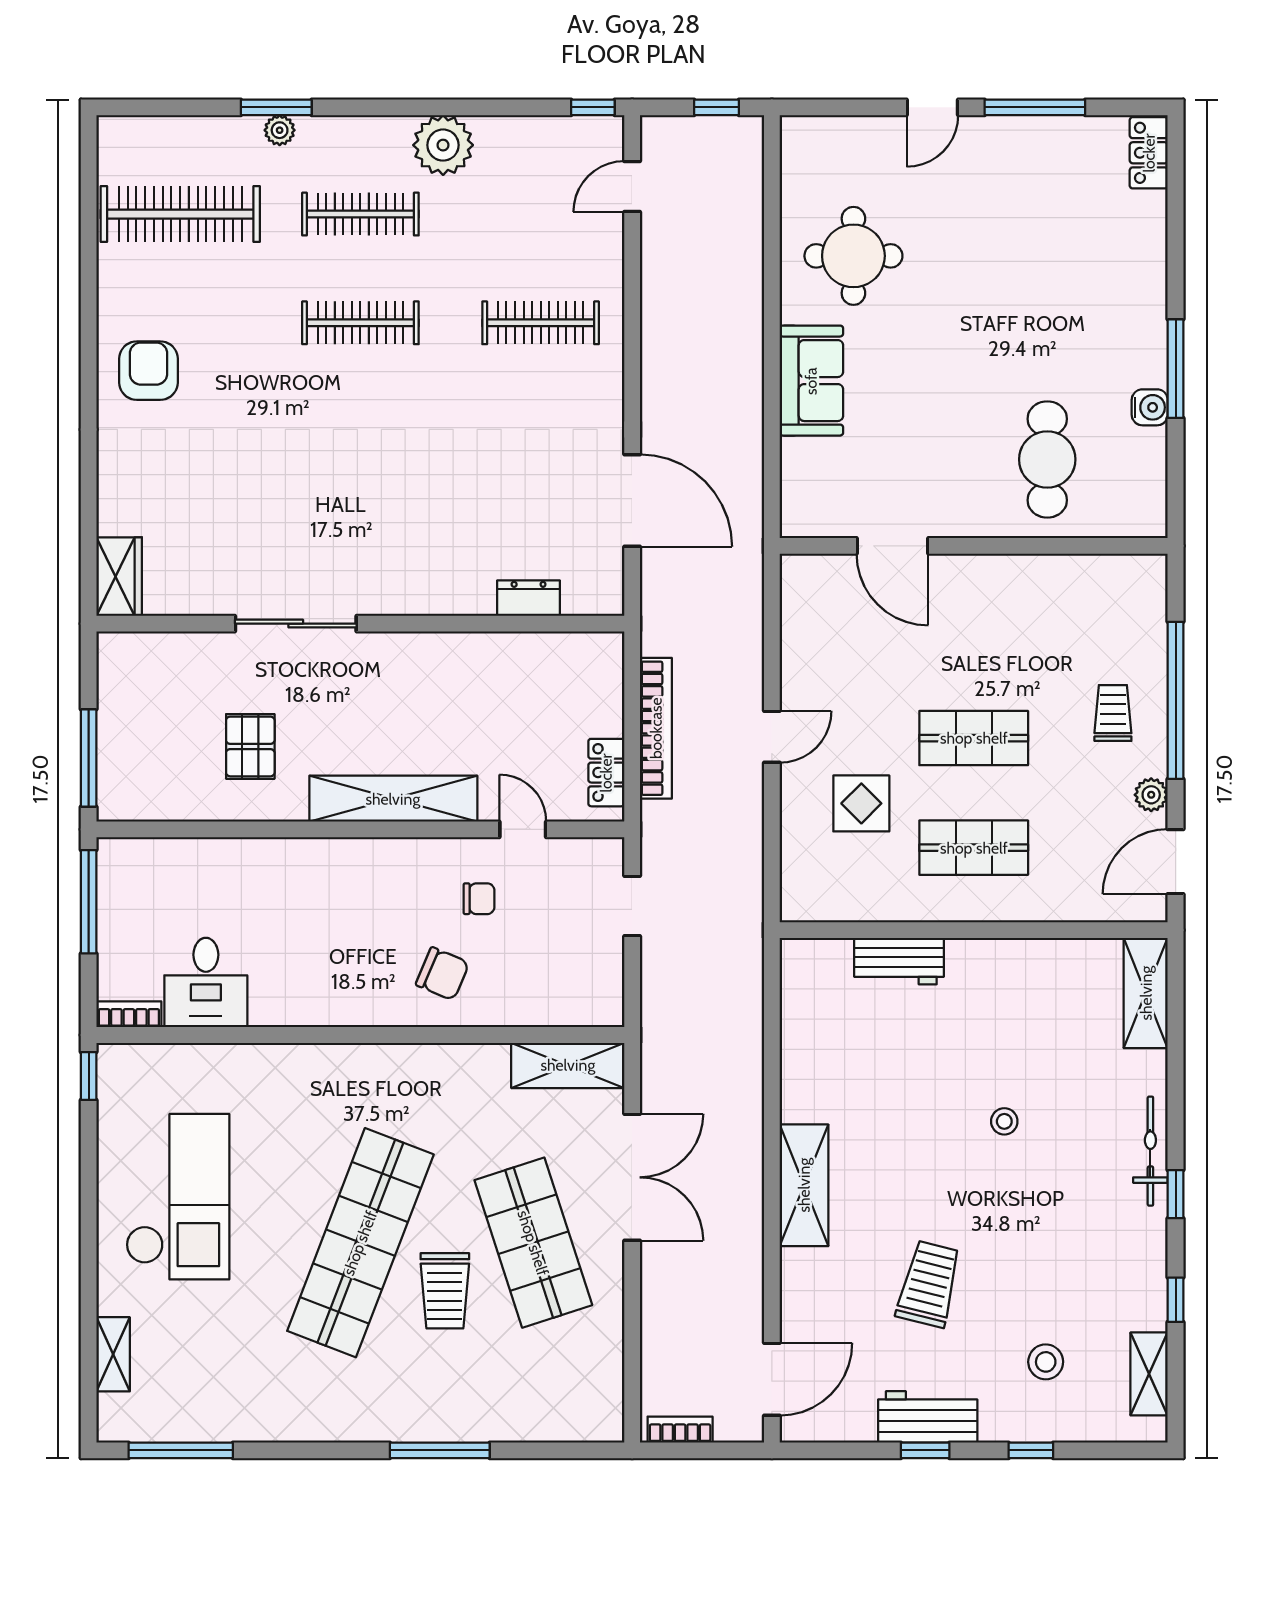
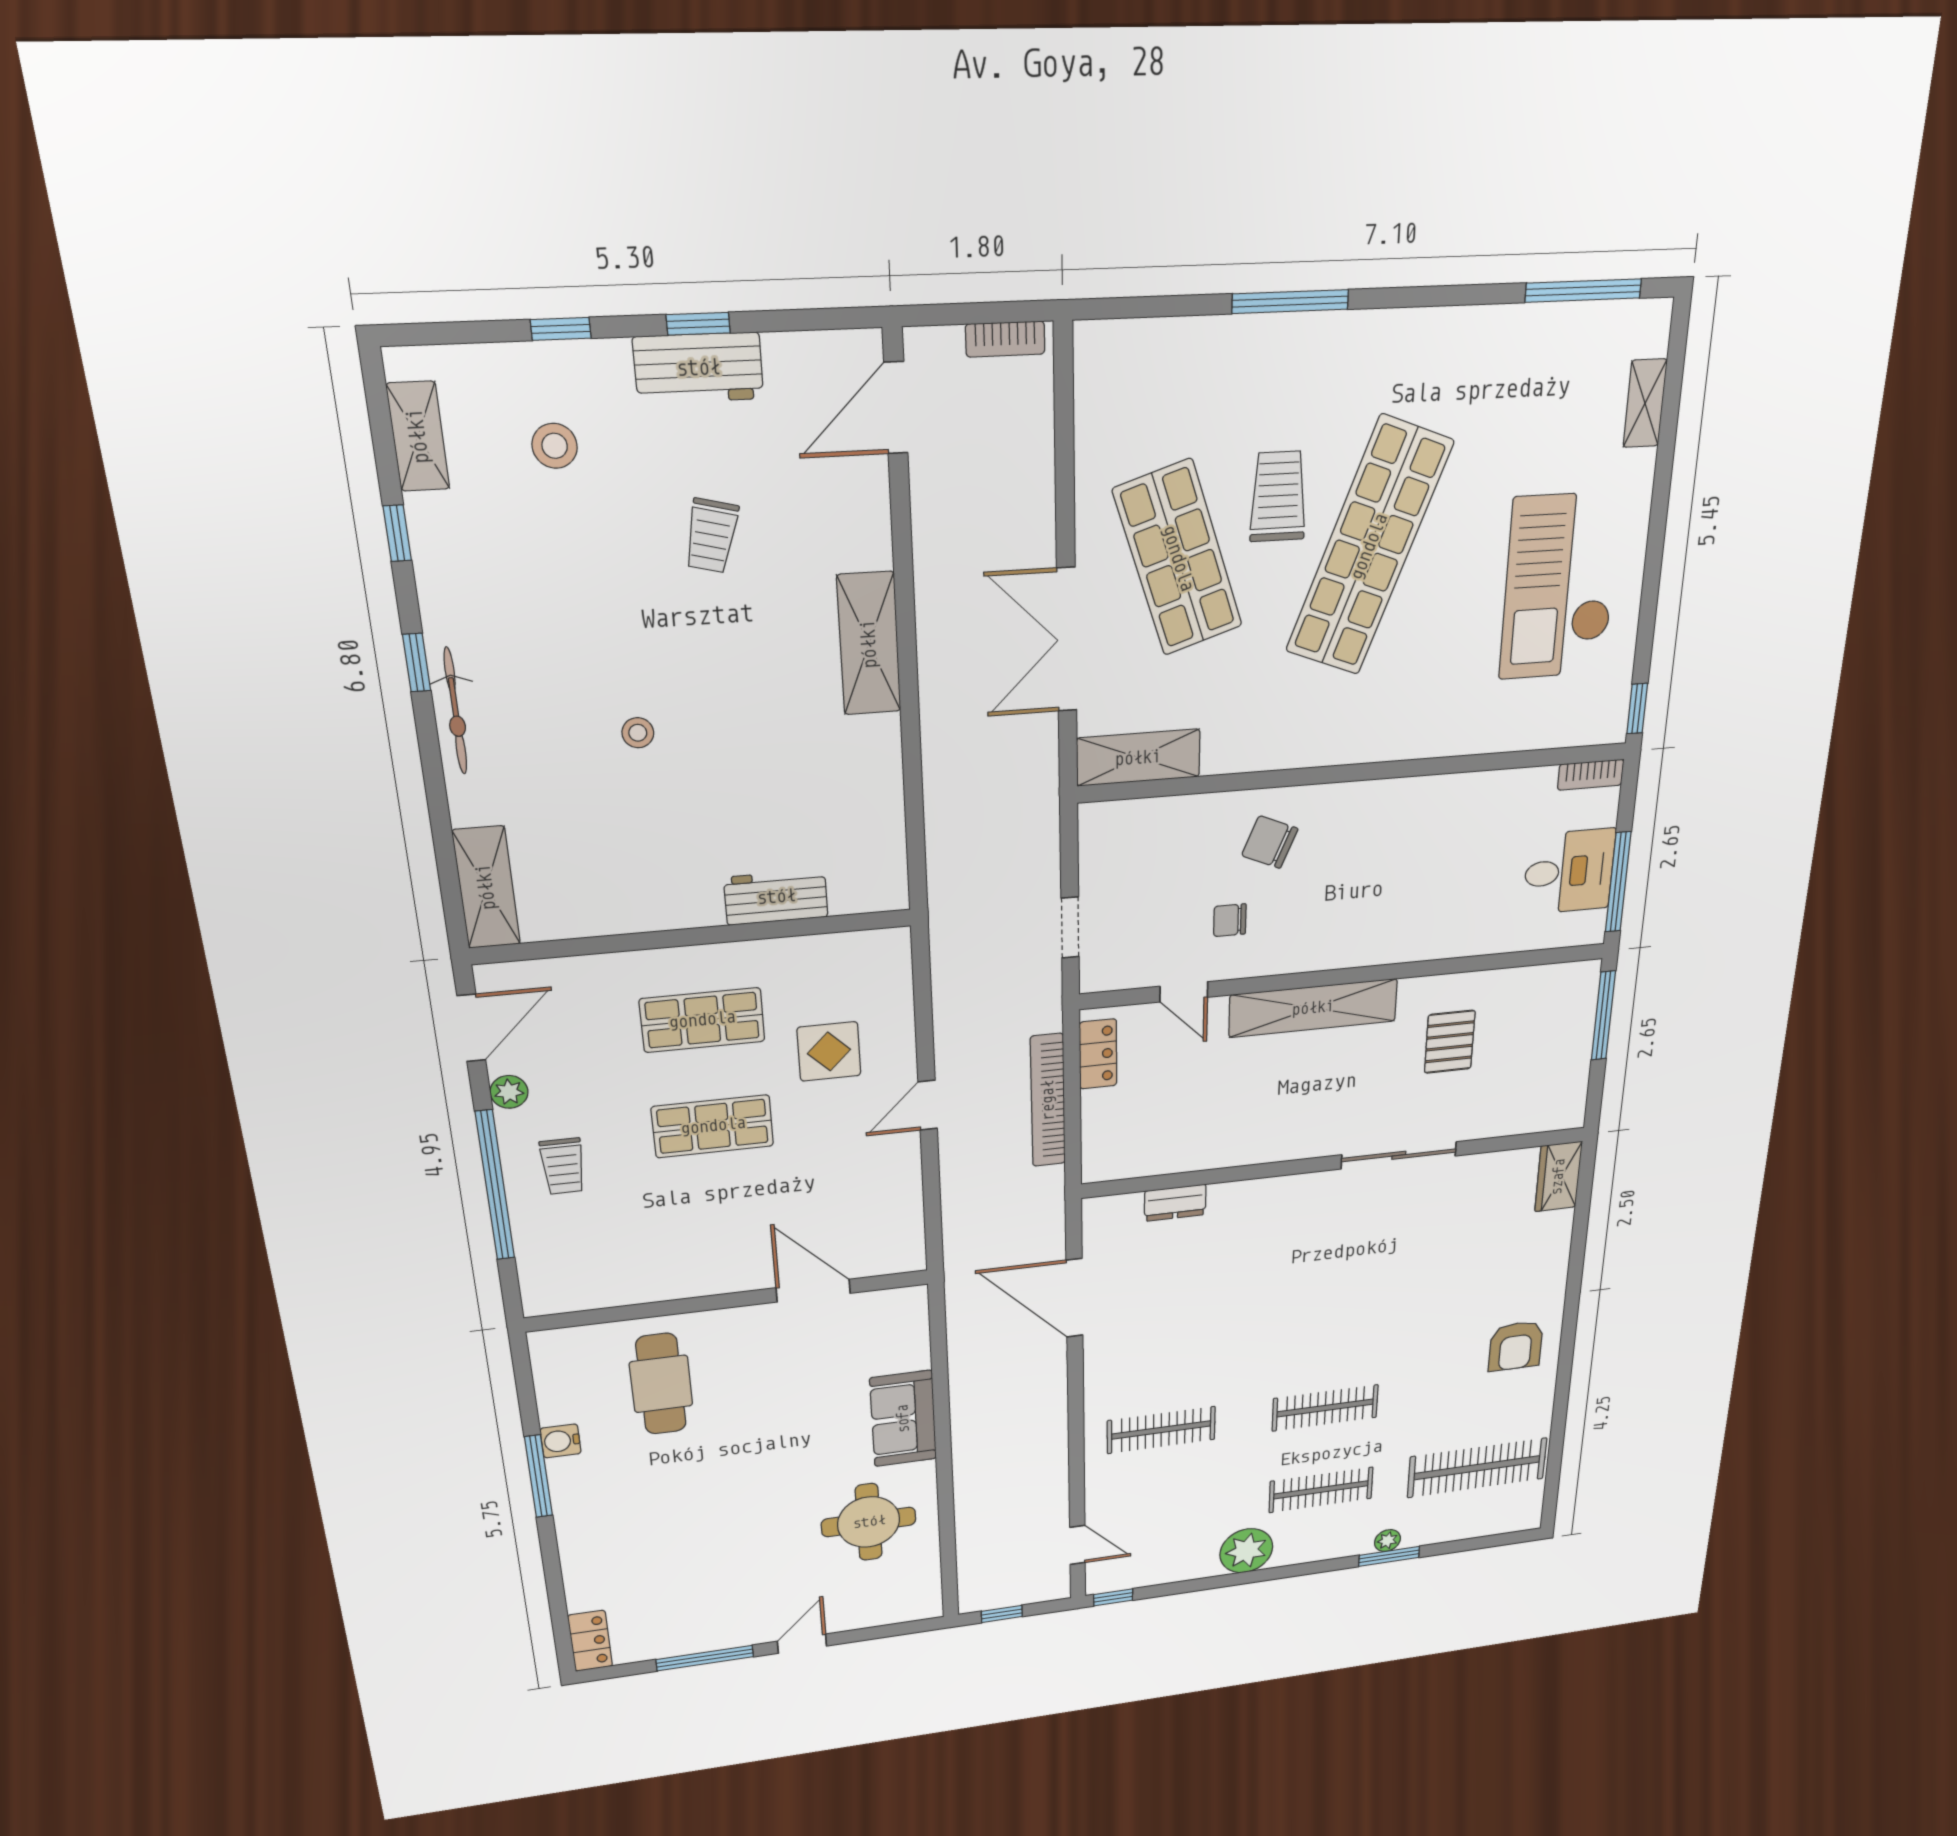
door: (632, 187) -> (1077, 1545), hinge flipped
desk: (206, 983) -> (1569, 872), moved, turned 90
trolley: (929, 1284) -> (711, 536), width x0.73, depth x0.72

